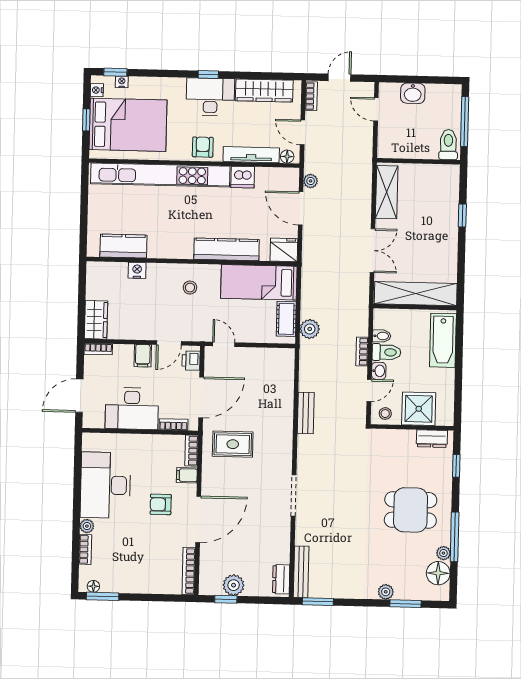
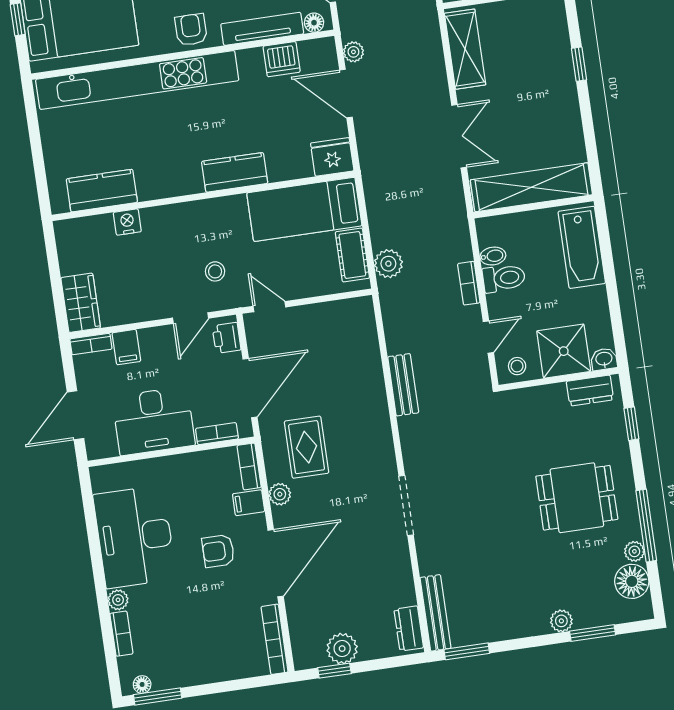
dishwasher: (243, 177) -> (282, 59), moved
kitchen counter: (227, 249) -> (235, 172), width x0.67
stool: (190, 288) -> (215, 271), moved
filing cabinet: (143, 356) -> (126, 347), moved
washbasin: (379, 371) -> (604, 359), moved, turned -90
rug: (233, 444) -> (307, 447), turned 90
plant: (209, 473) -> (280, 494), added

